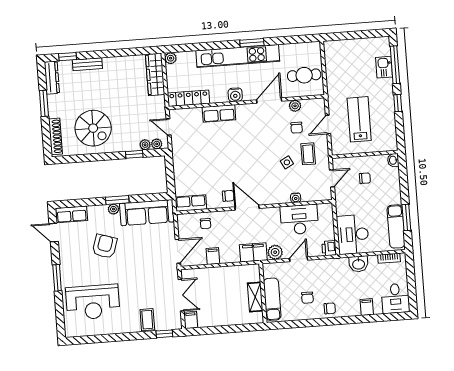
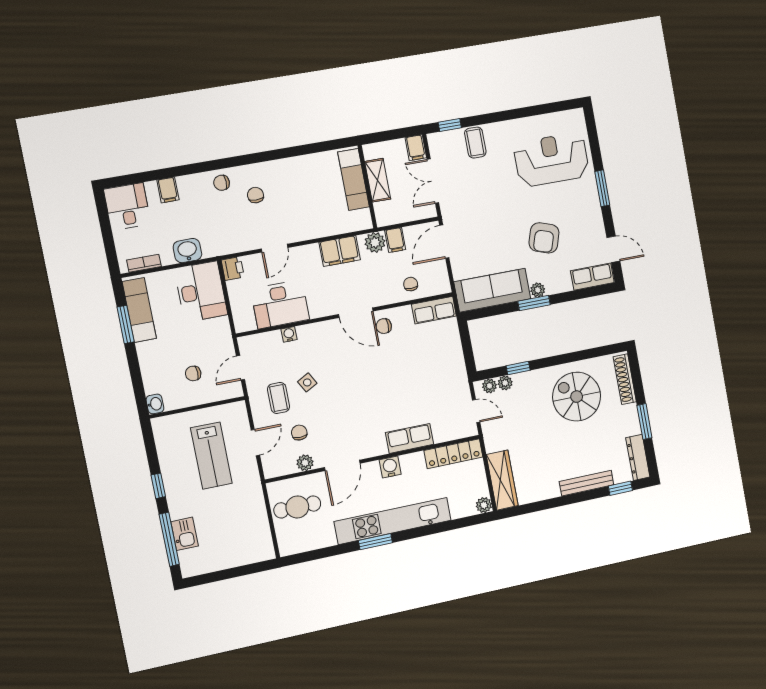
bench: (87, 64) -> (587, 483), width x1.36
plant: (275, 252) -> (375, 242), moved
wall: (263, 293) -> (367, 187), moved
shelving: (255, 297) -> (378, 180), moved
exam couch: (272, 299) -> (354, 179), moved

